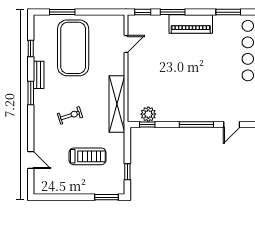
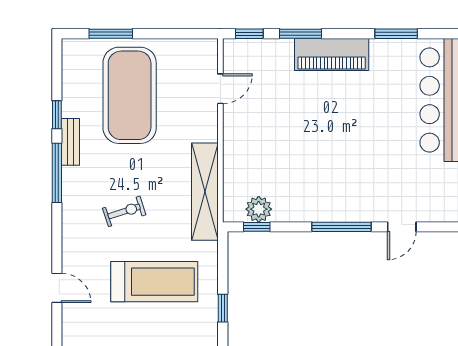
window: (31, 49) -> (57, 115), moved
window: (31, 93) -> (57, 173), width x1.44
treadmill: (87, 156) -> (154, 282), width x1.37, depth x1.38

